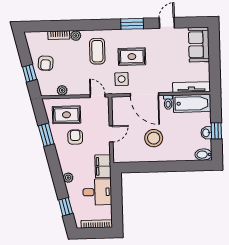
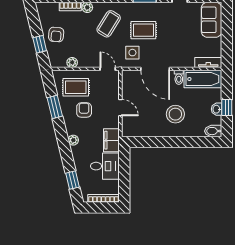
coffee table: (97, 51) -> (109, 24), turned 32
tv unit: (191, 87) -> (208, 63), width x0.71
door: (111, 134) -> (120, 108), hinge flipped
stool: (154, 138) -> (175, 114), moved
plant: (68, 178) -> (73, 140), moved

